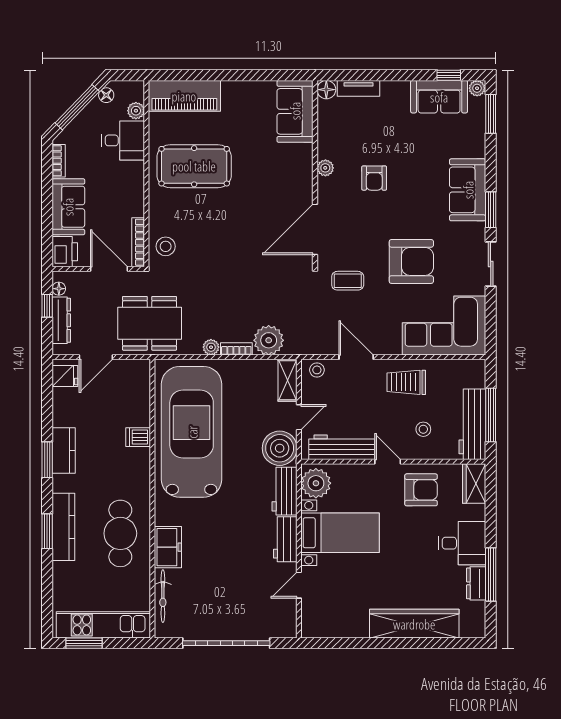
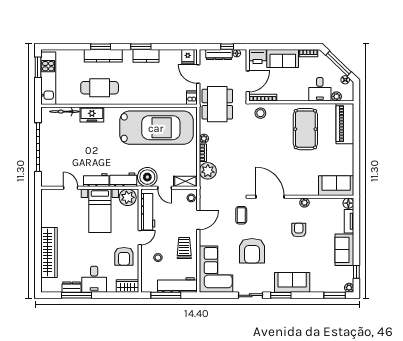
sofa: (439, 97) -> (344, 250), moved
armchair: (374, 178) -> (299, 230), turned 90
workbench: (472, 424) -> (177, 285), moved
dishwasher: (138, 437) -> (192, 98), moved

